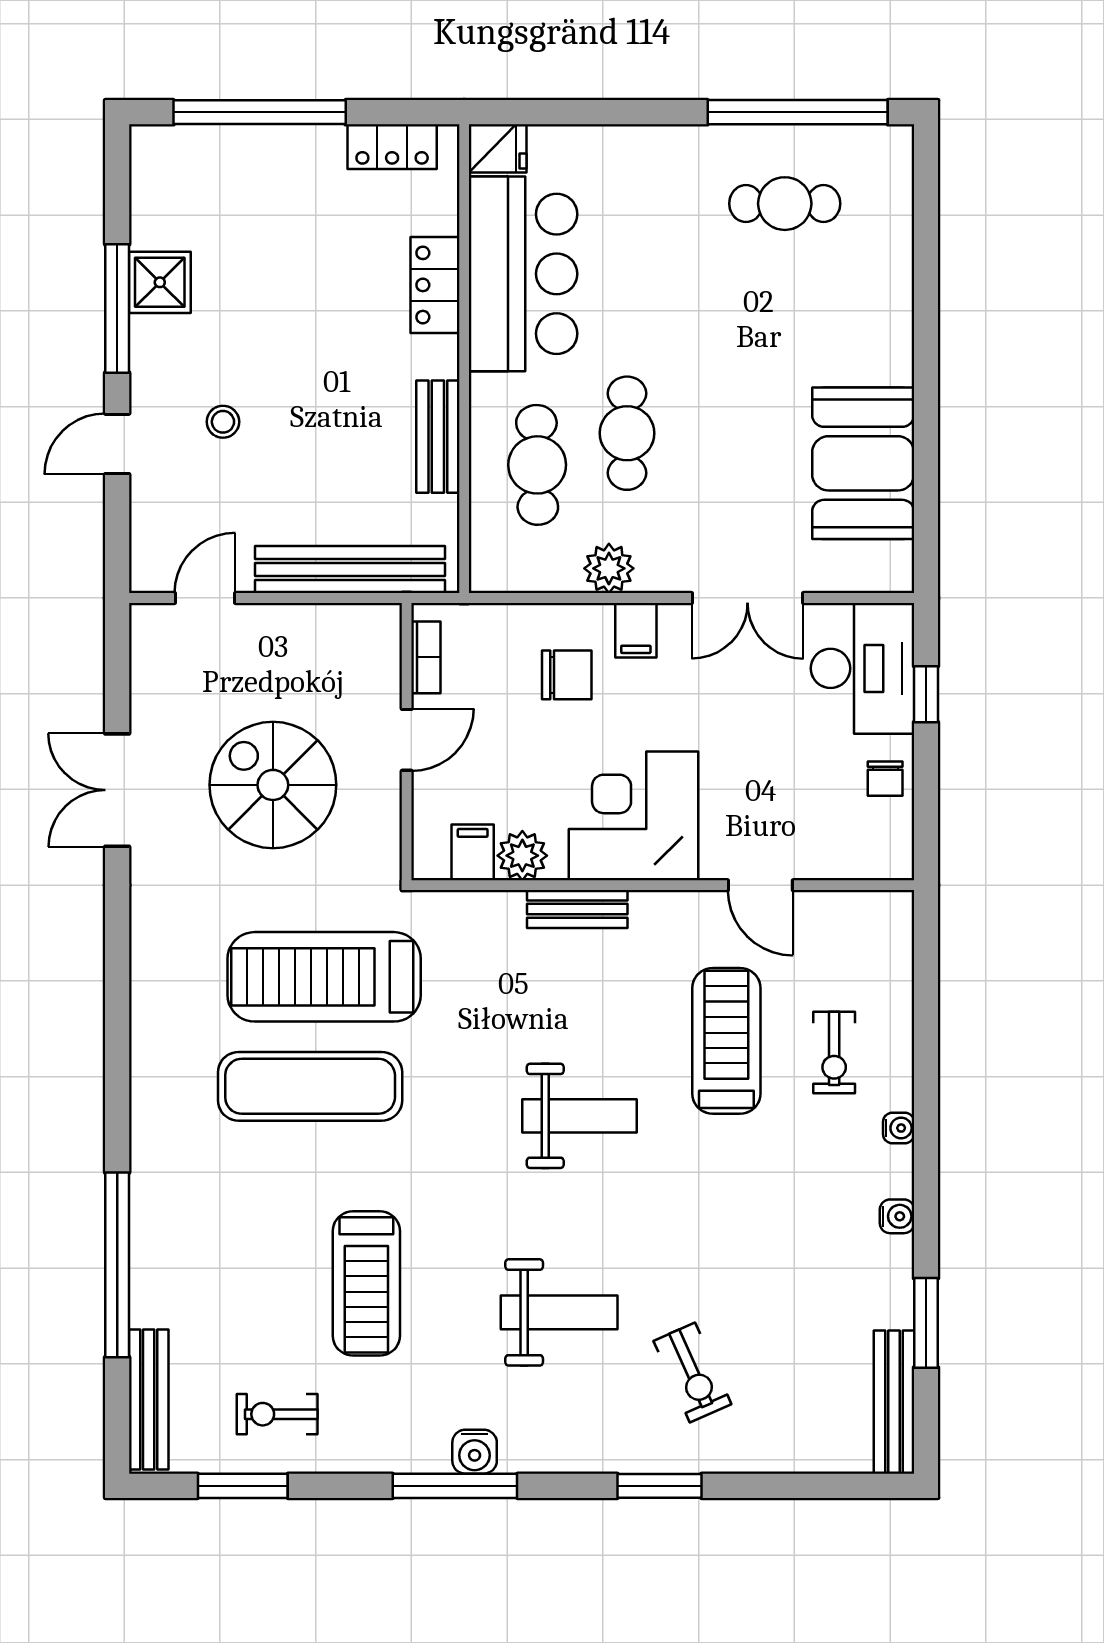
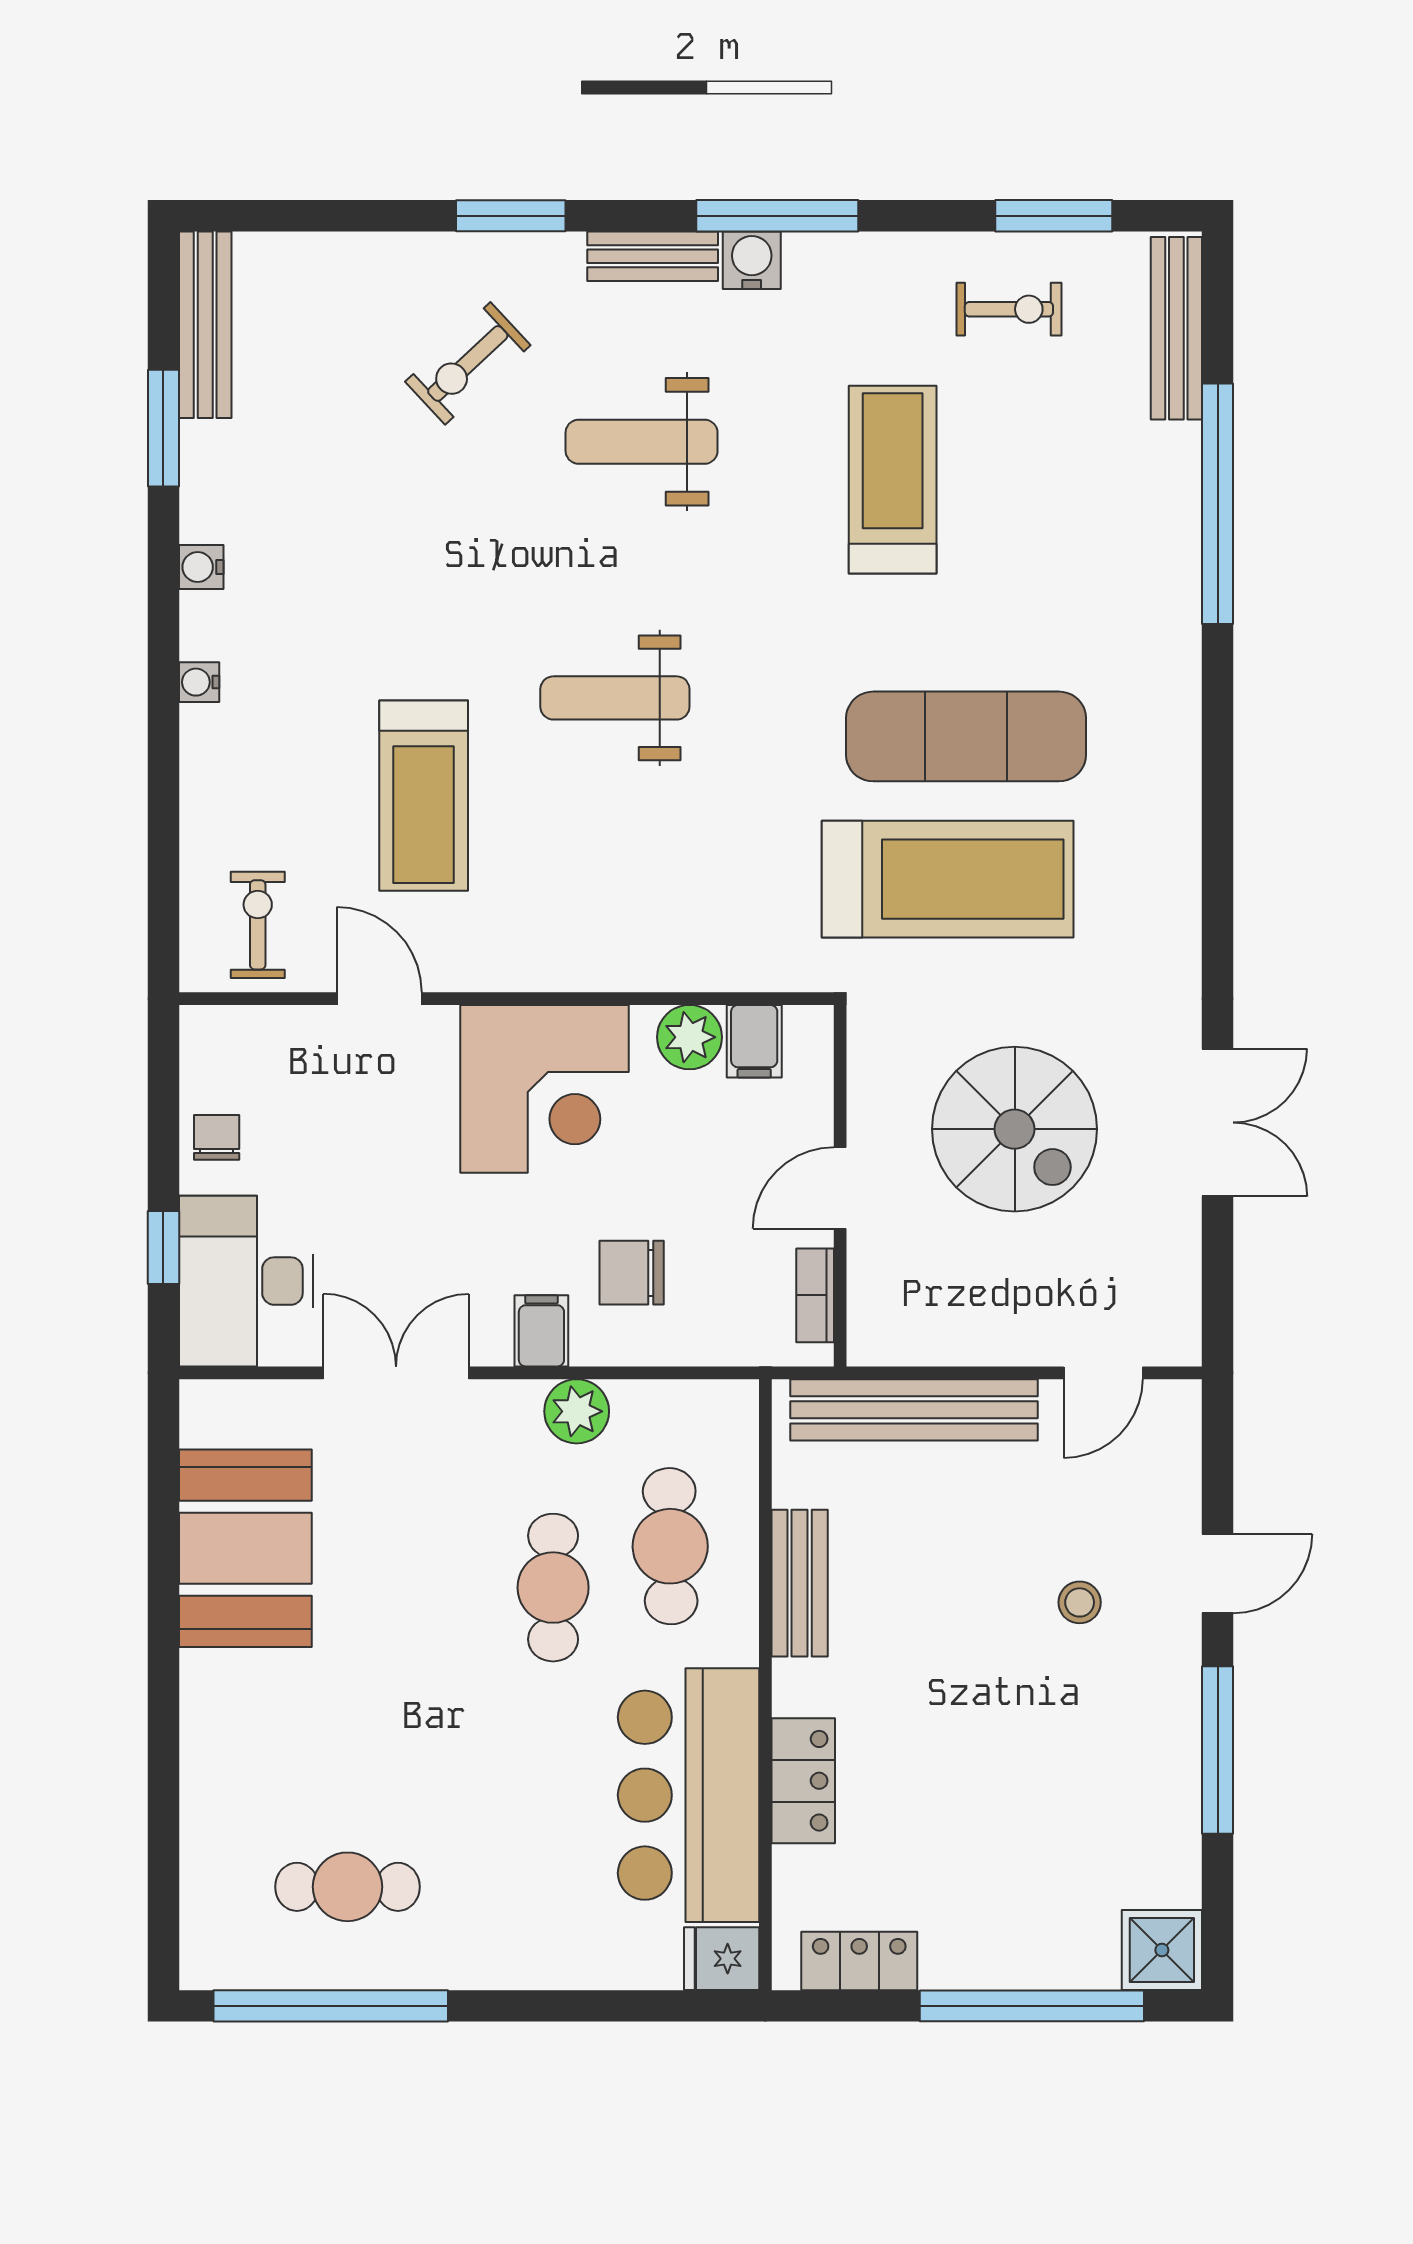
shower: (160, 282) -> (1162, 1950), moved
bench: (577, 909) -> (653, 256), moved
exercise bike: (834, 1052) -> (258, 925), moved
exercise bike: (692, 1373) -> (468, 363), turned -109

